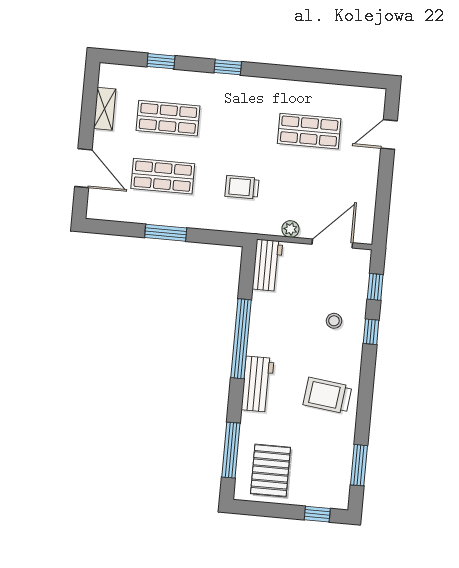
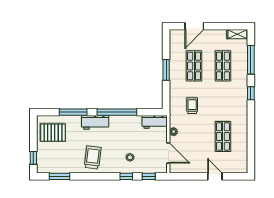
window: (161, 61) -> (251, 60), width x2.17
shelving: (105, 109) -> (237, 34), moved
door: (389, 134) -> (215, 176), moved
window: (231, 450) -> (73, 112), moved

